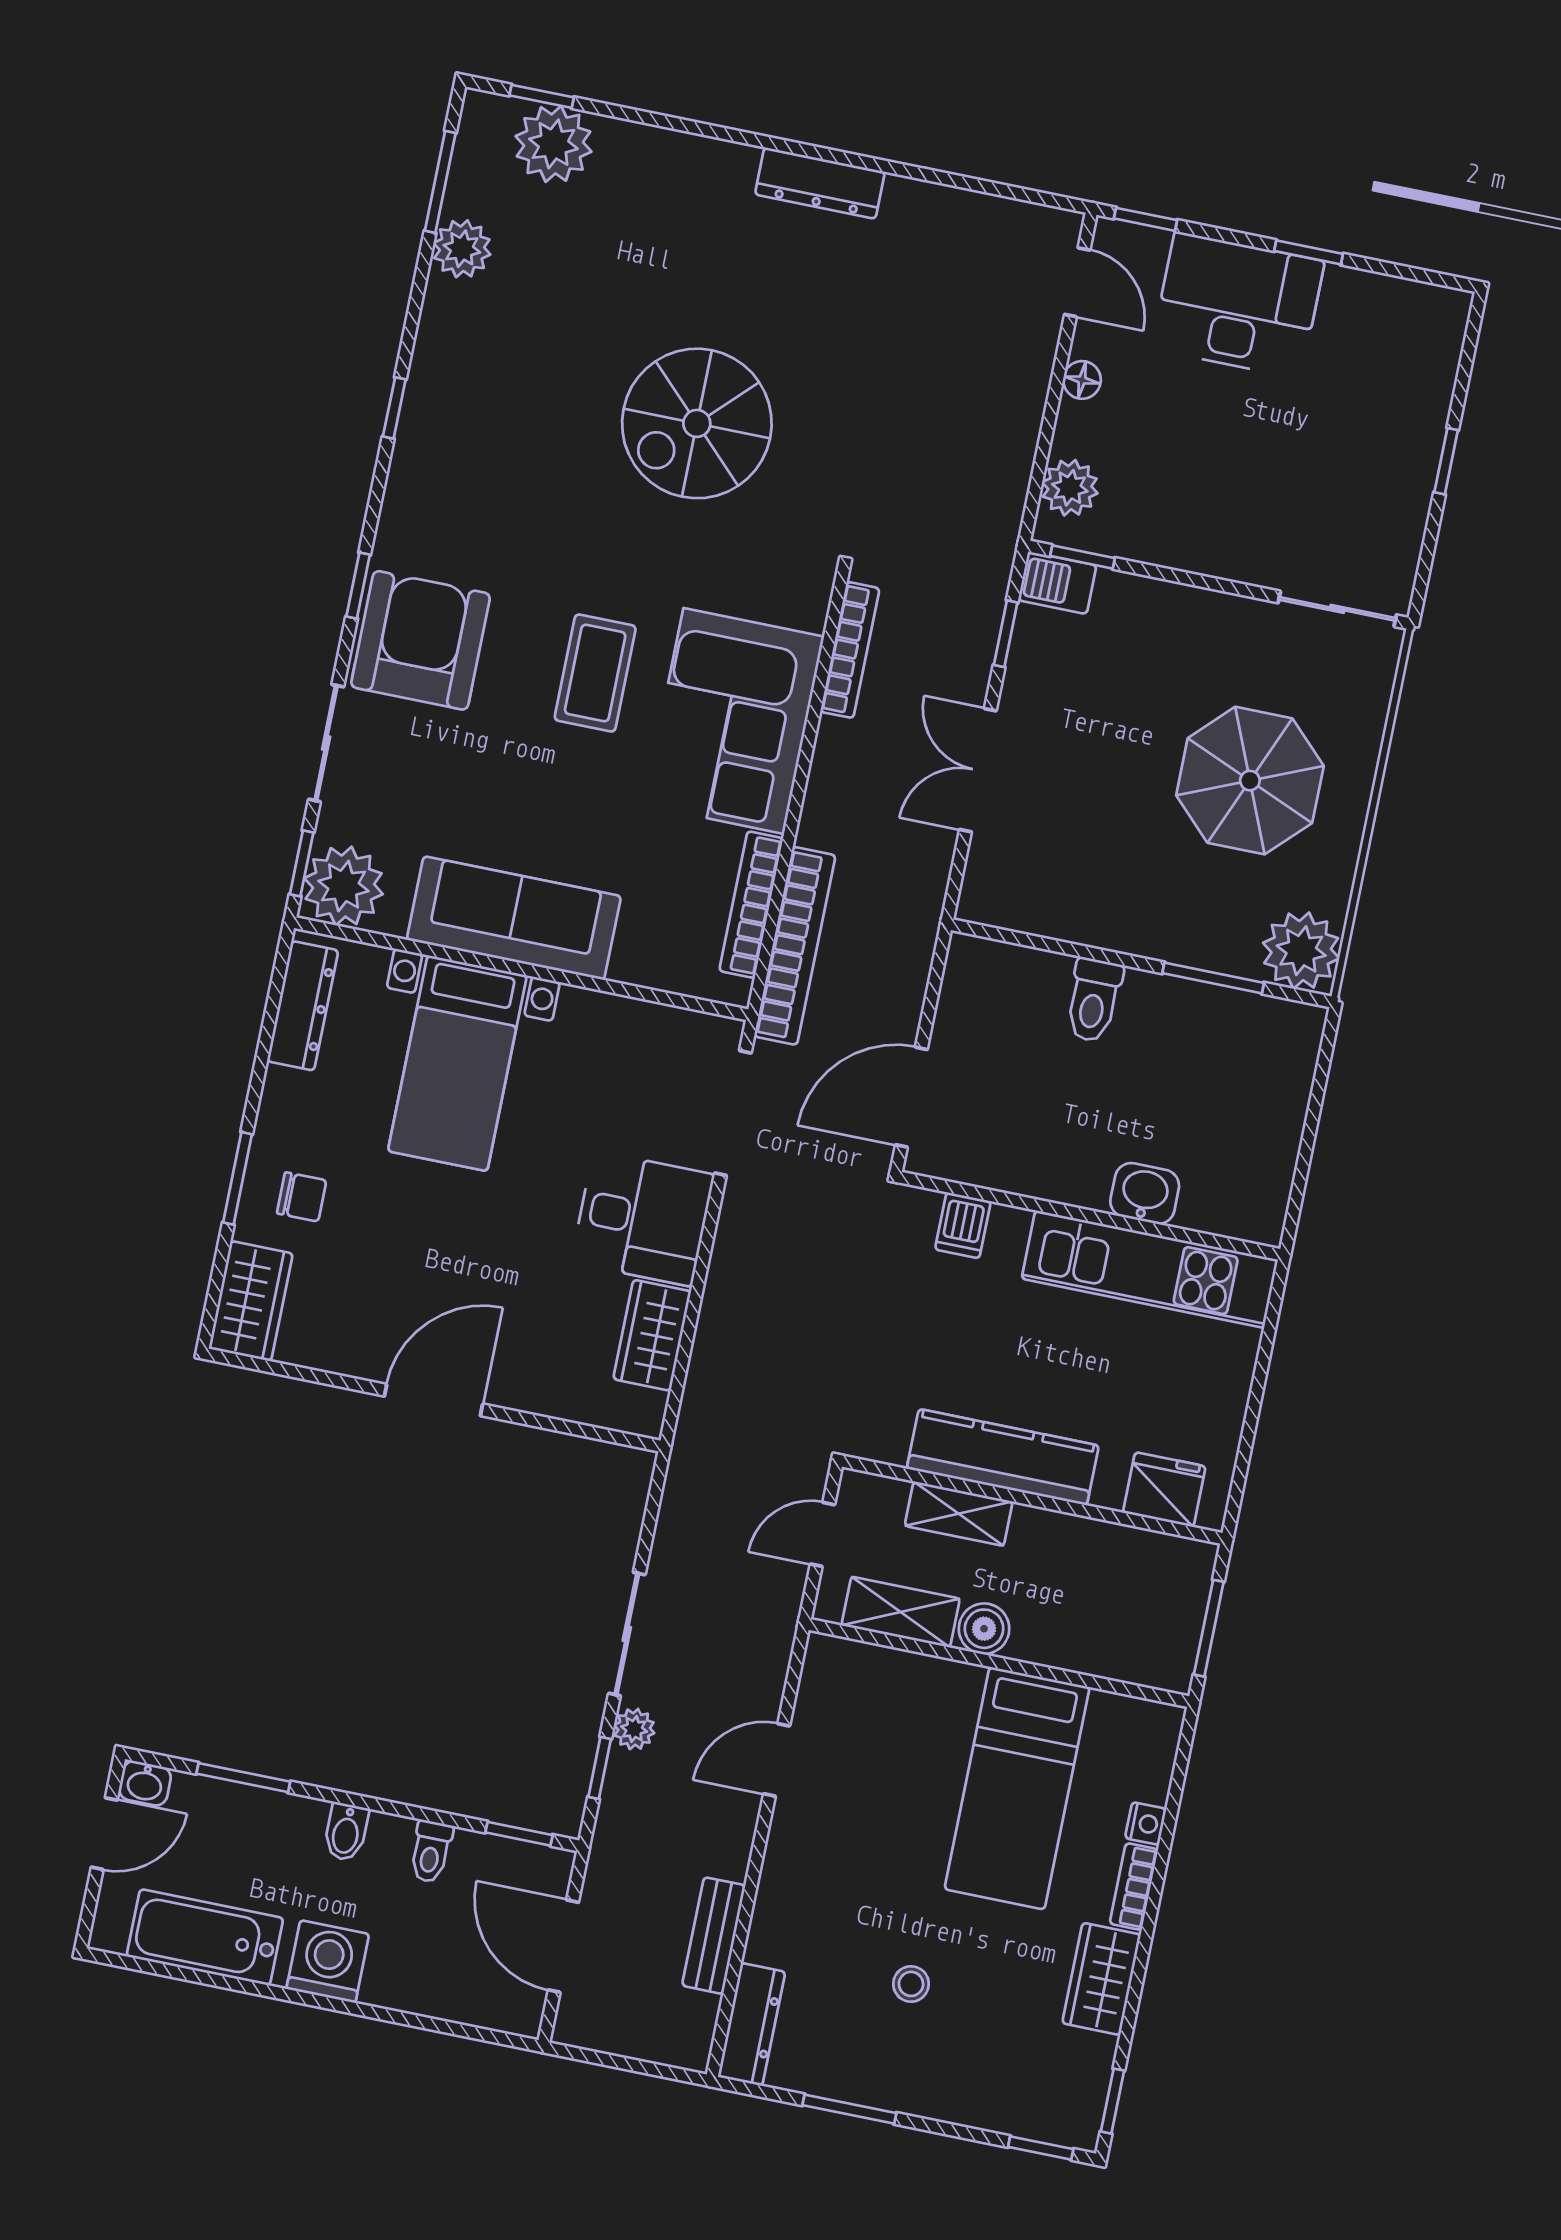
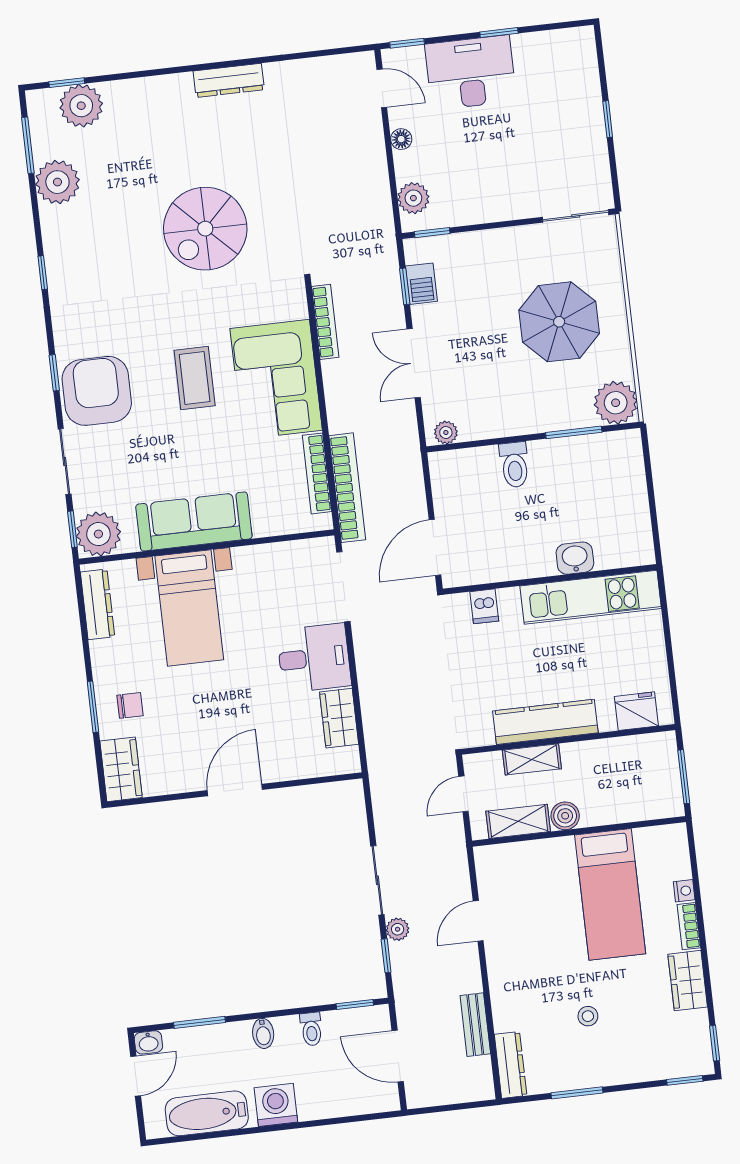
plant: (462, 249) -> (57, 182), width x1.36, depth x1.36
barbecue: (1057, 583) -> (421, 284), moved, turned -90
plant: (994, 907) -> (446, 432), added

